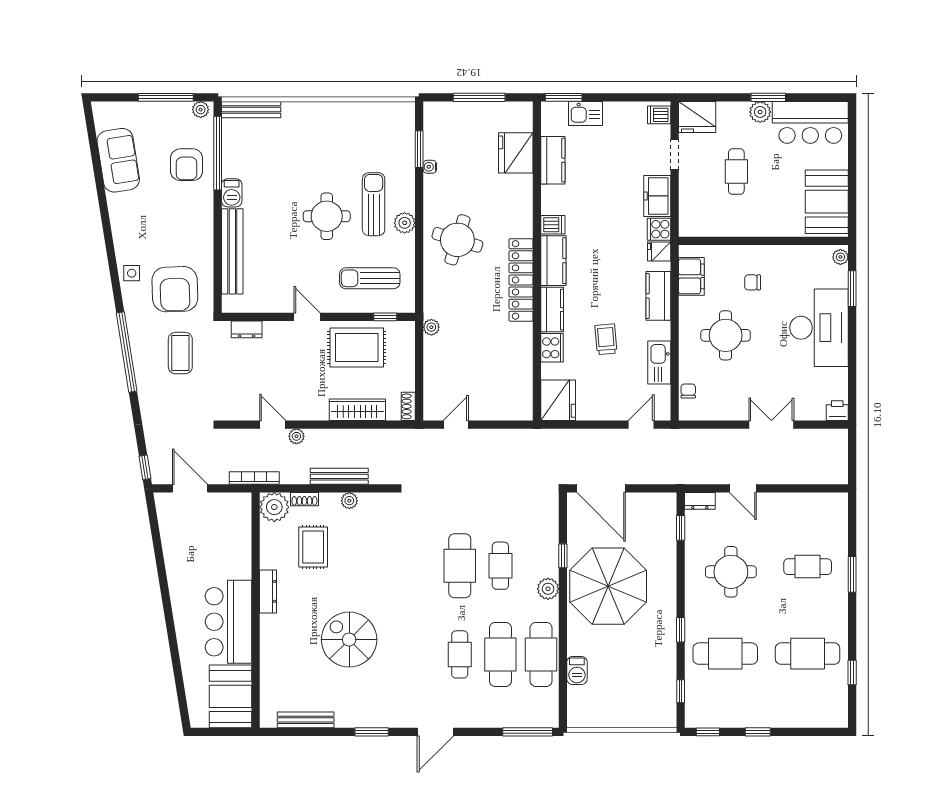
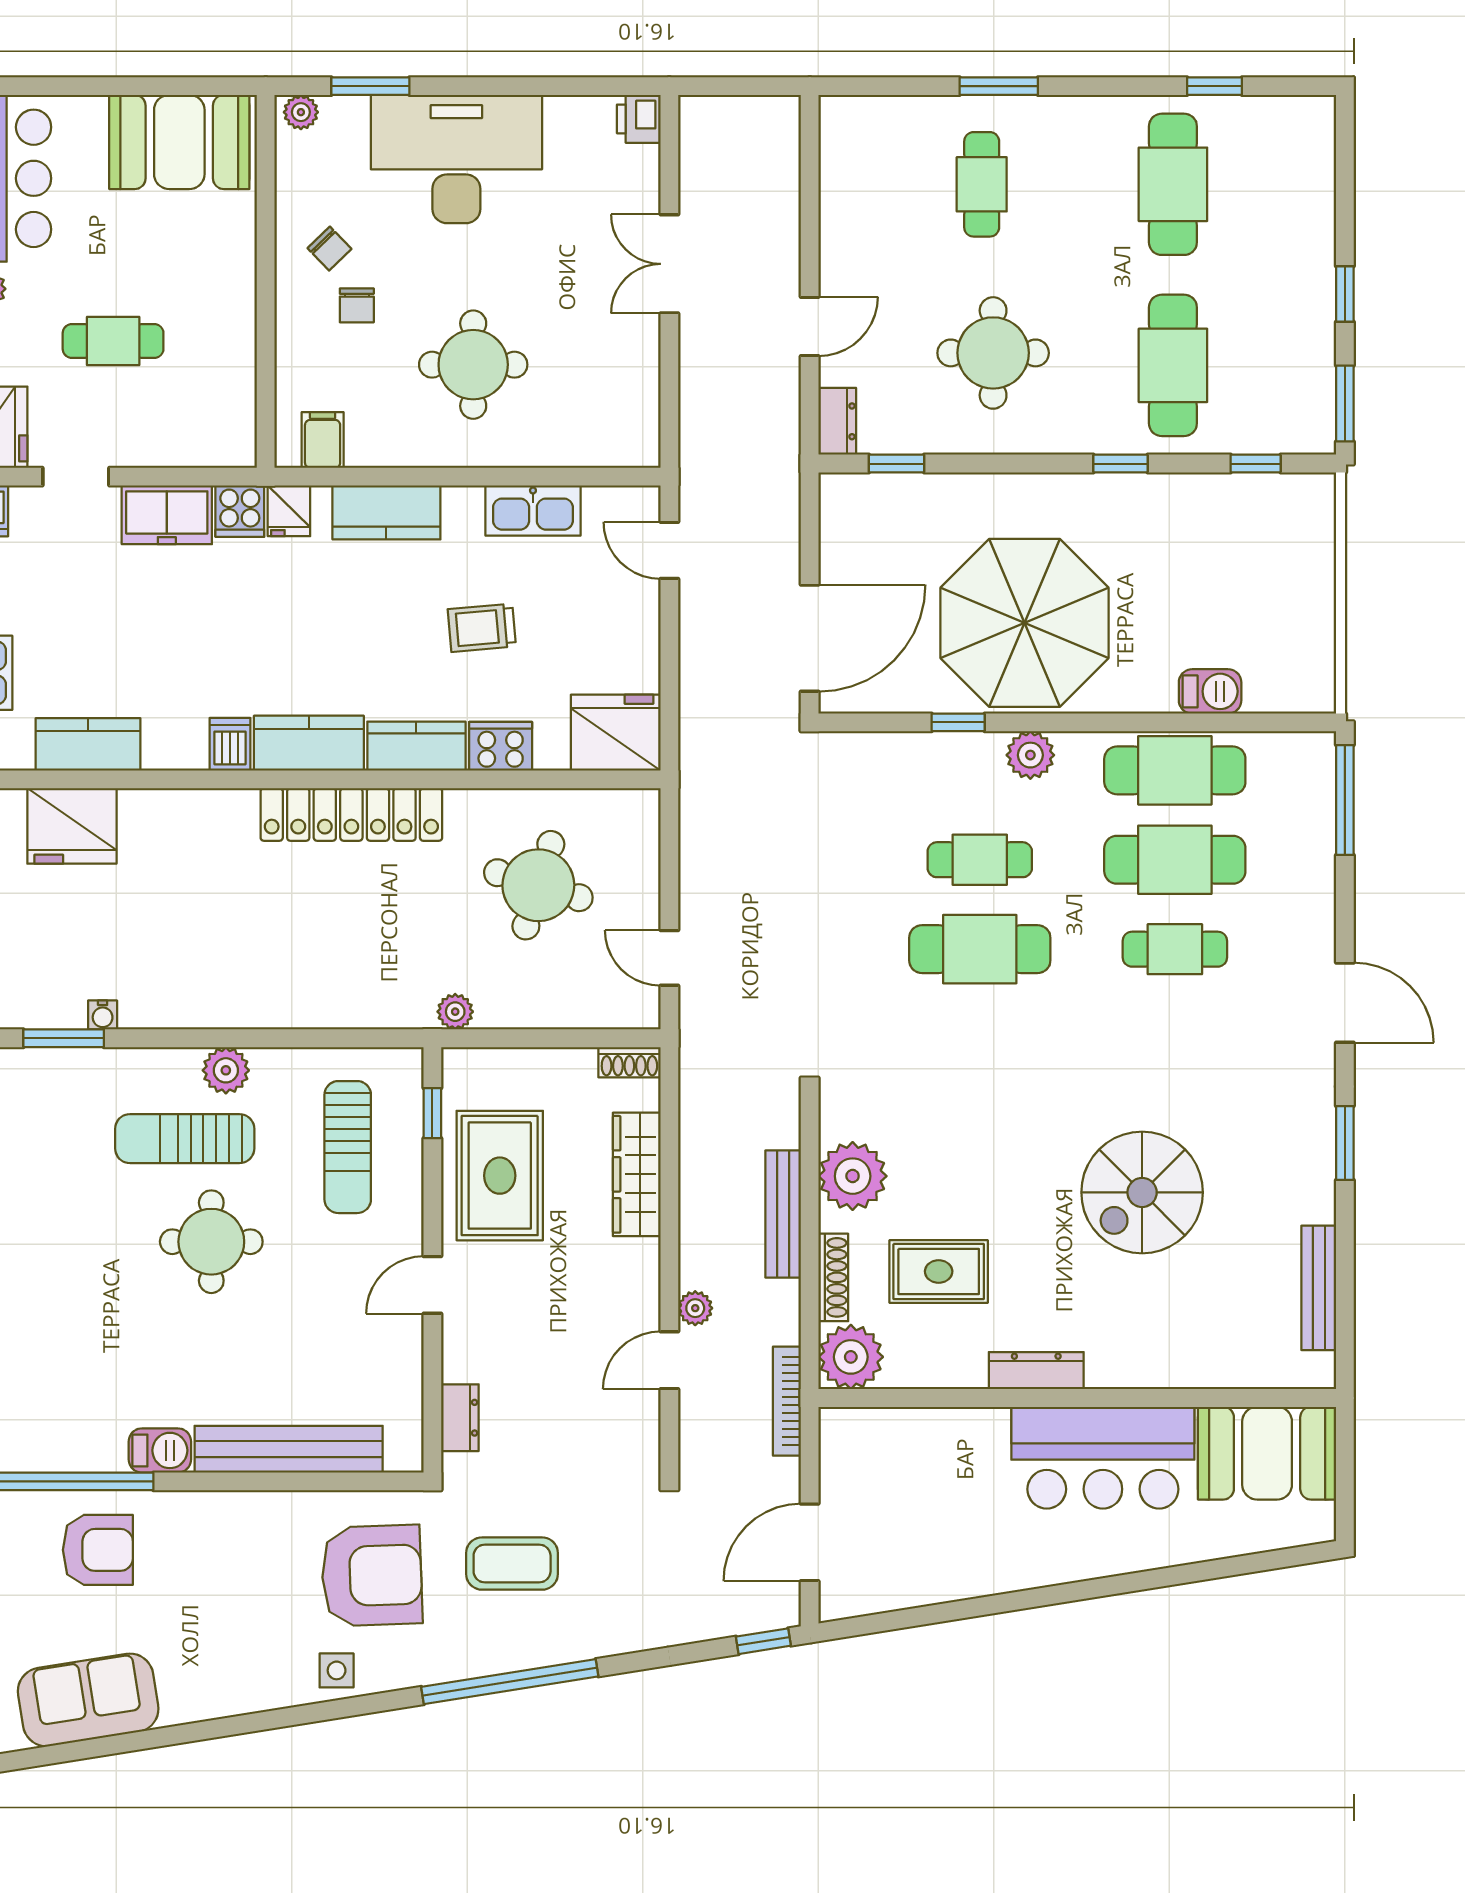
round table: (457, 240) -> (538, 885), moved
filing cabinet: (691, 276) -> (323, 440), width x0.50
chair: (688, 391) -> (330, 249), moved, turned -134
shoe rack: (304, 499) -> (833, 1277), width x1.43
plant: (349, 501) -> (853, 1176), width x1.87, depth x1.87
window: (708, 732) -> (1345, 404), width x1.50

